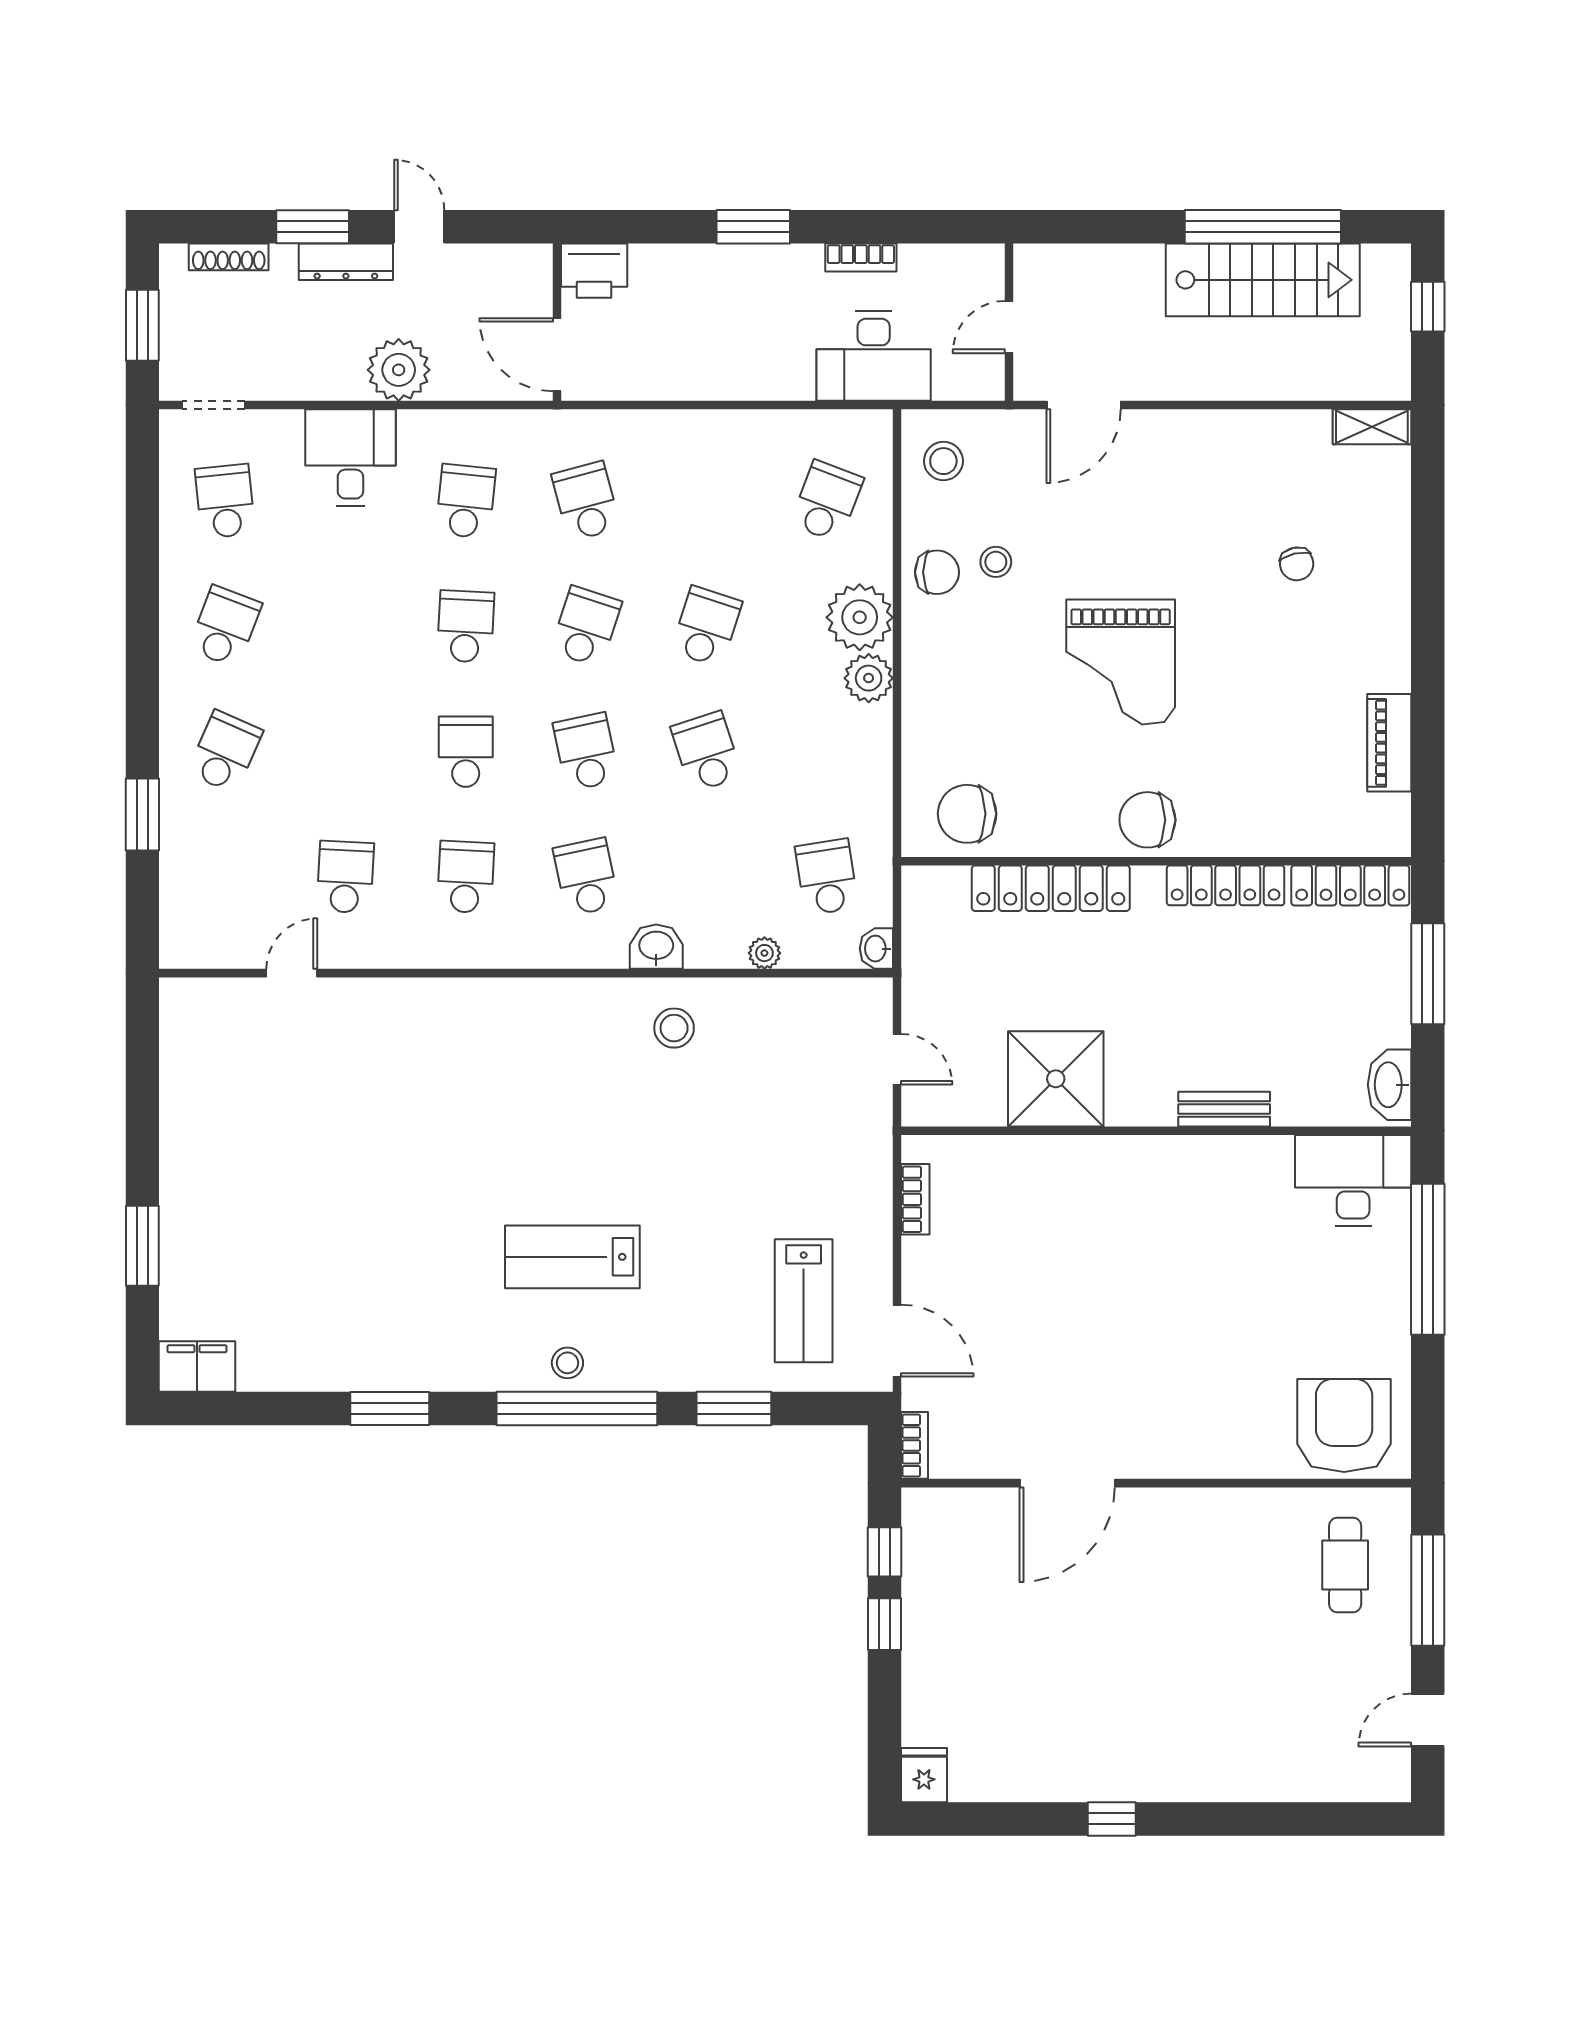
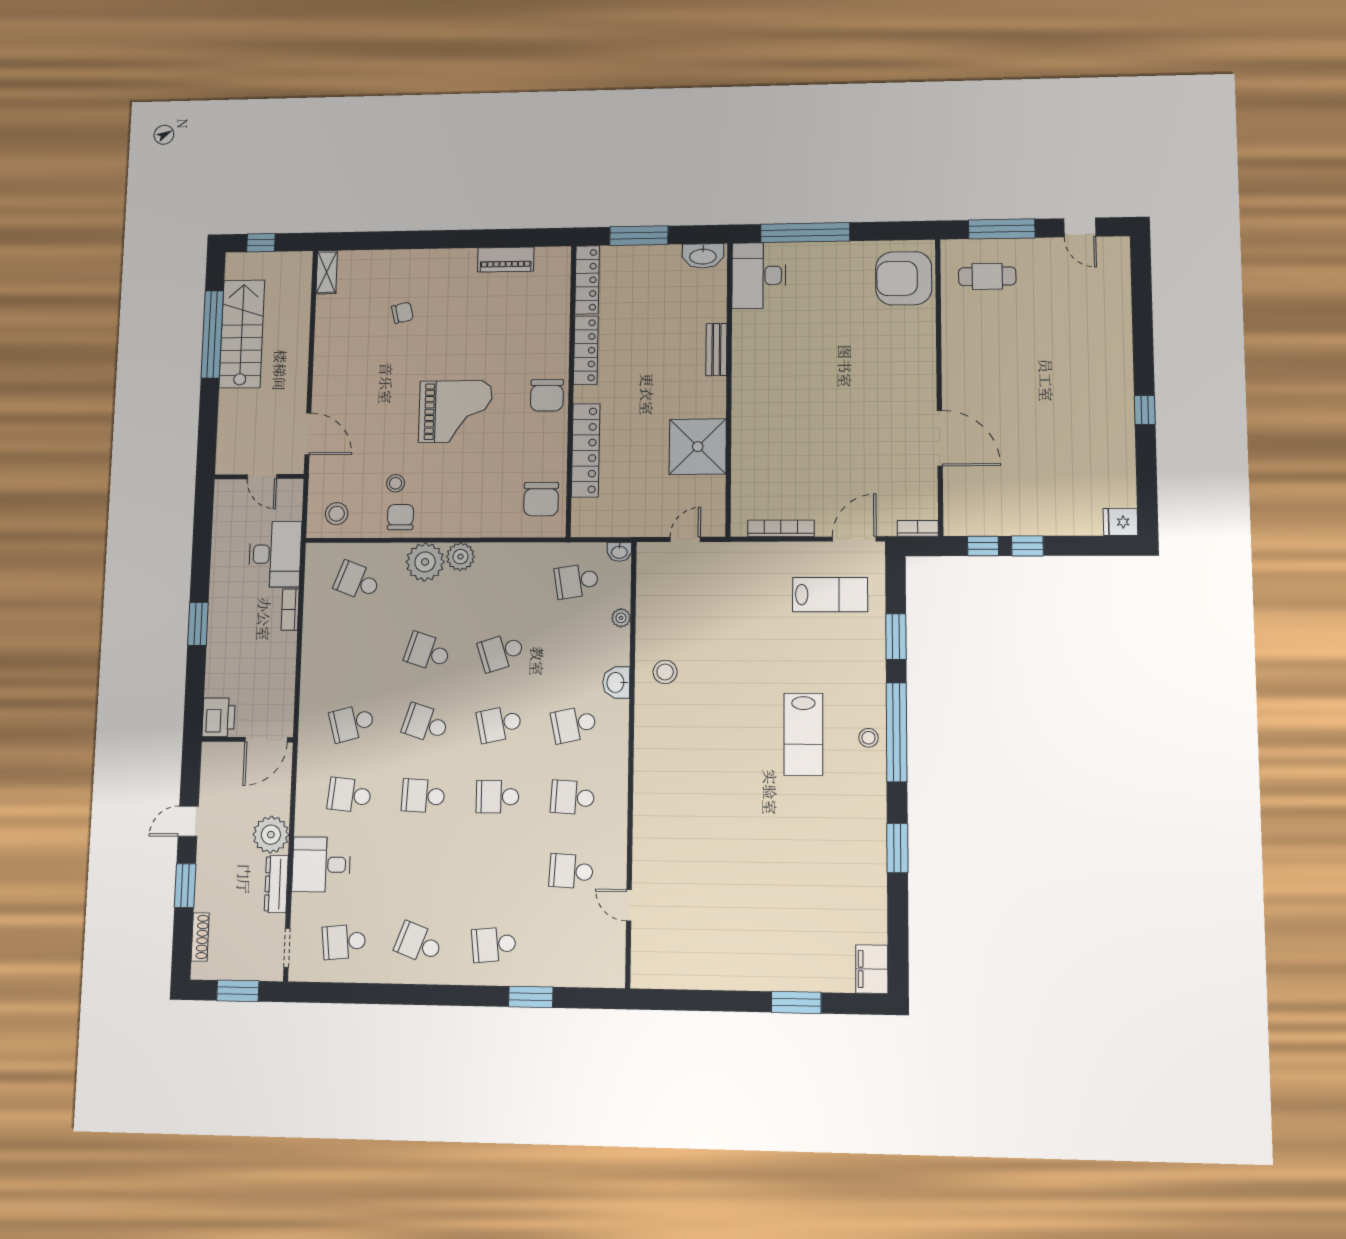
bookcase: (861, 258) -> (290, 610), moved, turned 180
dresser: (346, 262) -> (276, 884), moved, turned 180
school desk: (225, 752) -> (494, 944), turned -30
bookcase: (915, 1199) -> (781, 528), width x1.56

